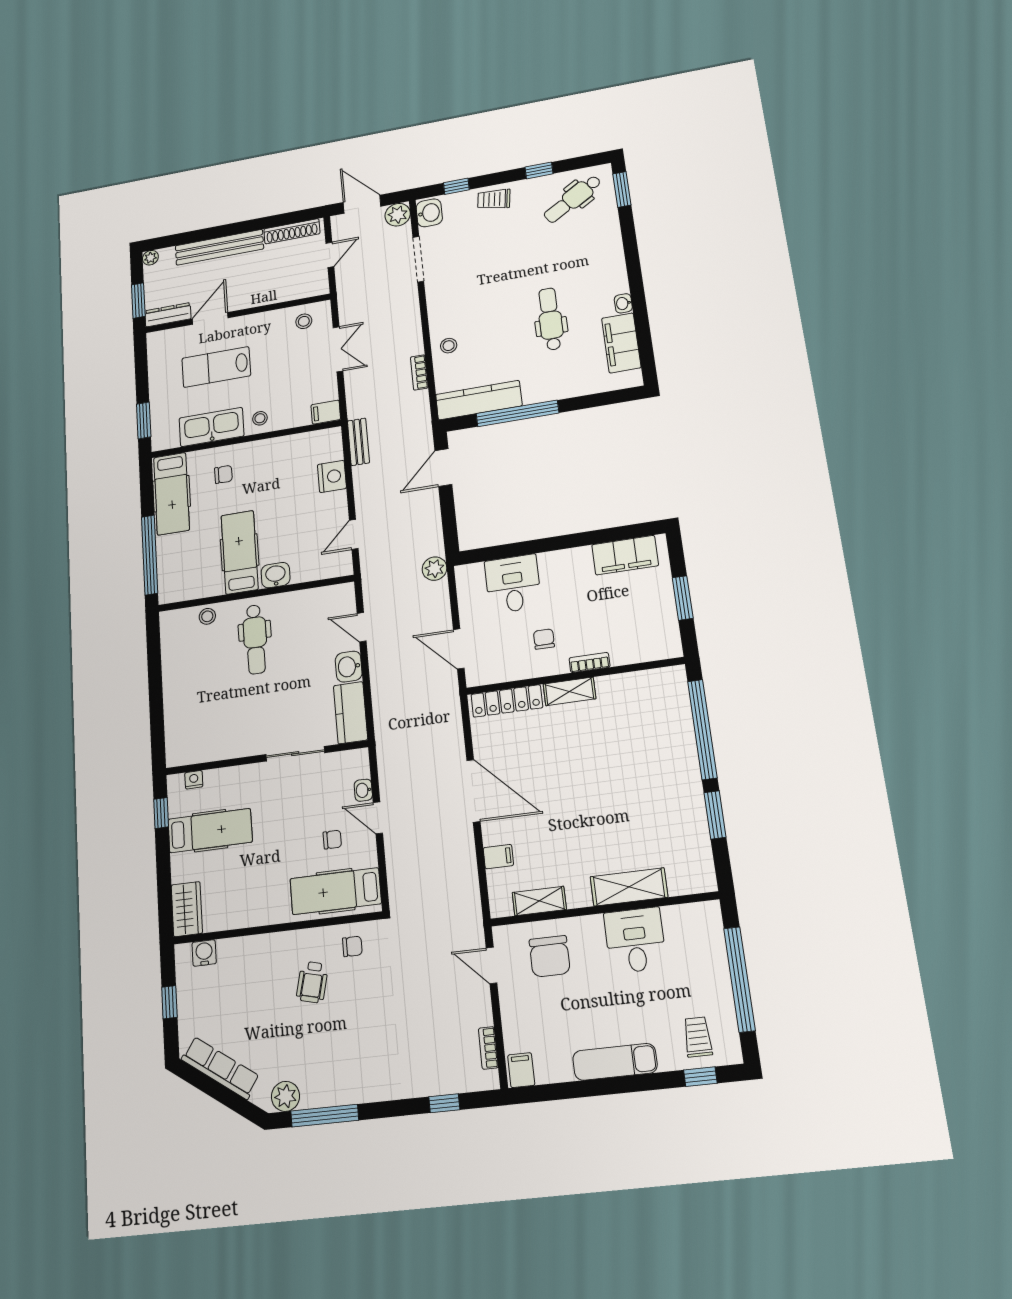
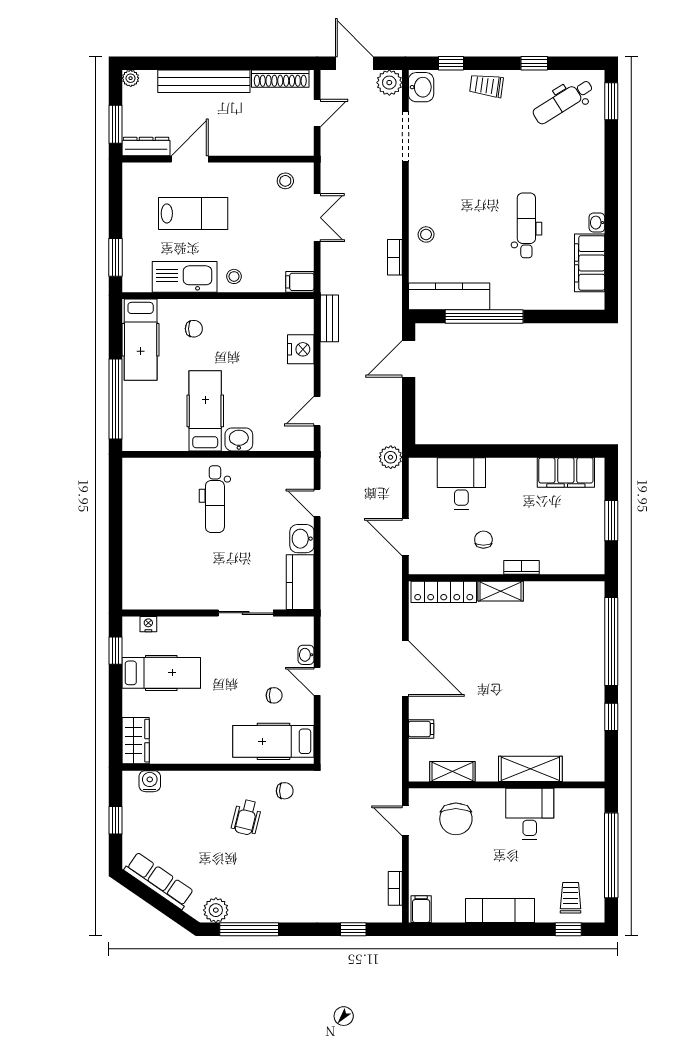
lab bench: (216, 367) -> (193, 213), turned 180
stool: (207, 616) -> (170, 470), removed
window: (715, 815) -> (611, 717), width x0.67

